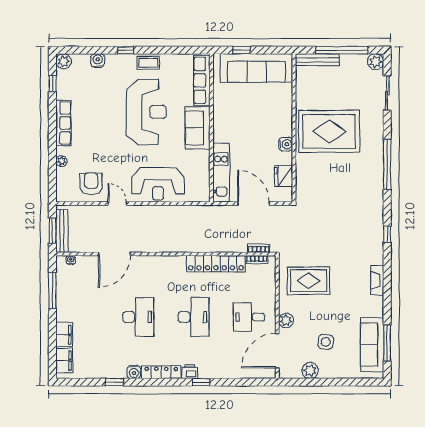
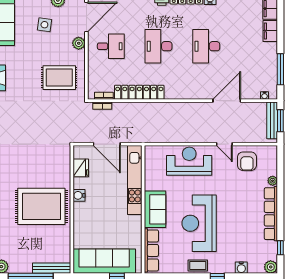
row of seats: (63, 123) -> (271, 214), width x1.36
kitchen unit: (221, 173) -> (135, 180), width x1.36

